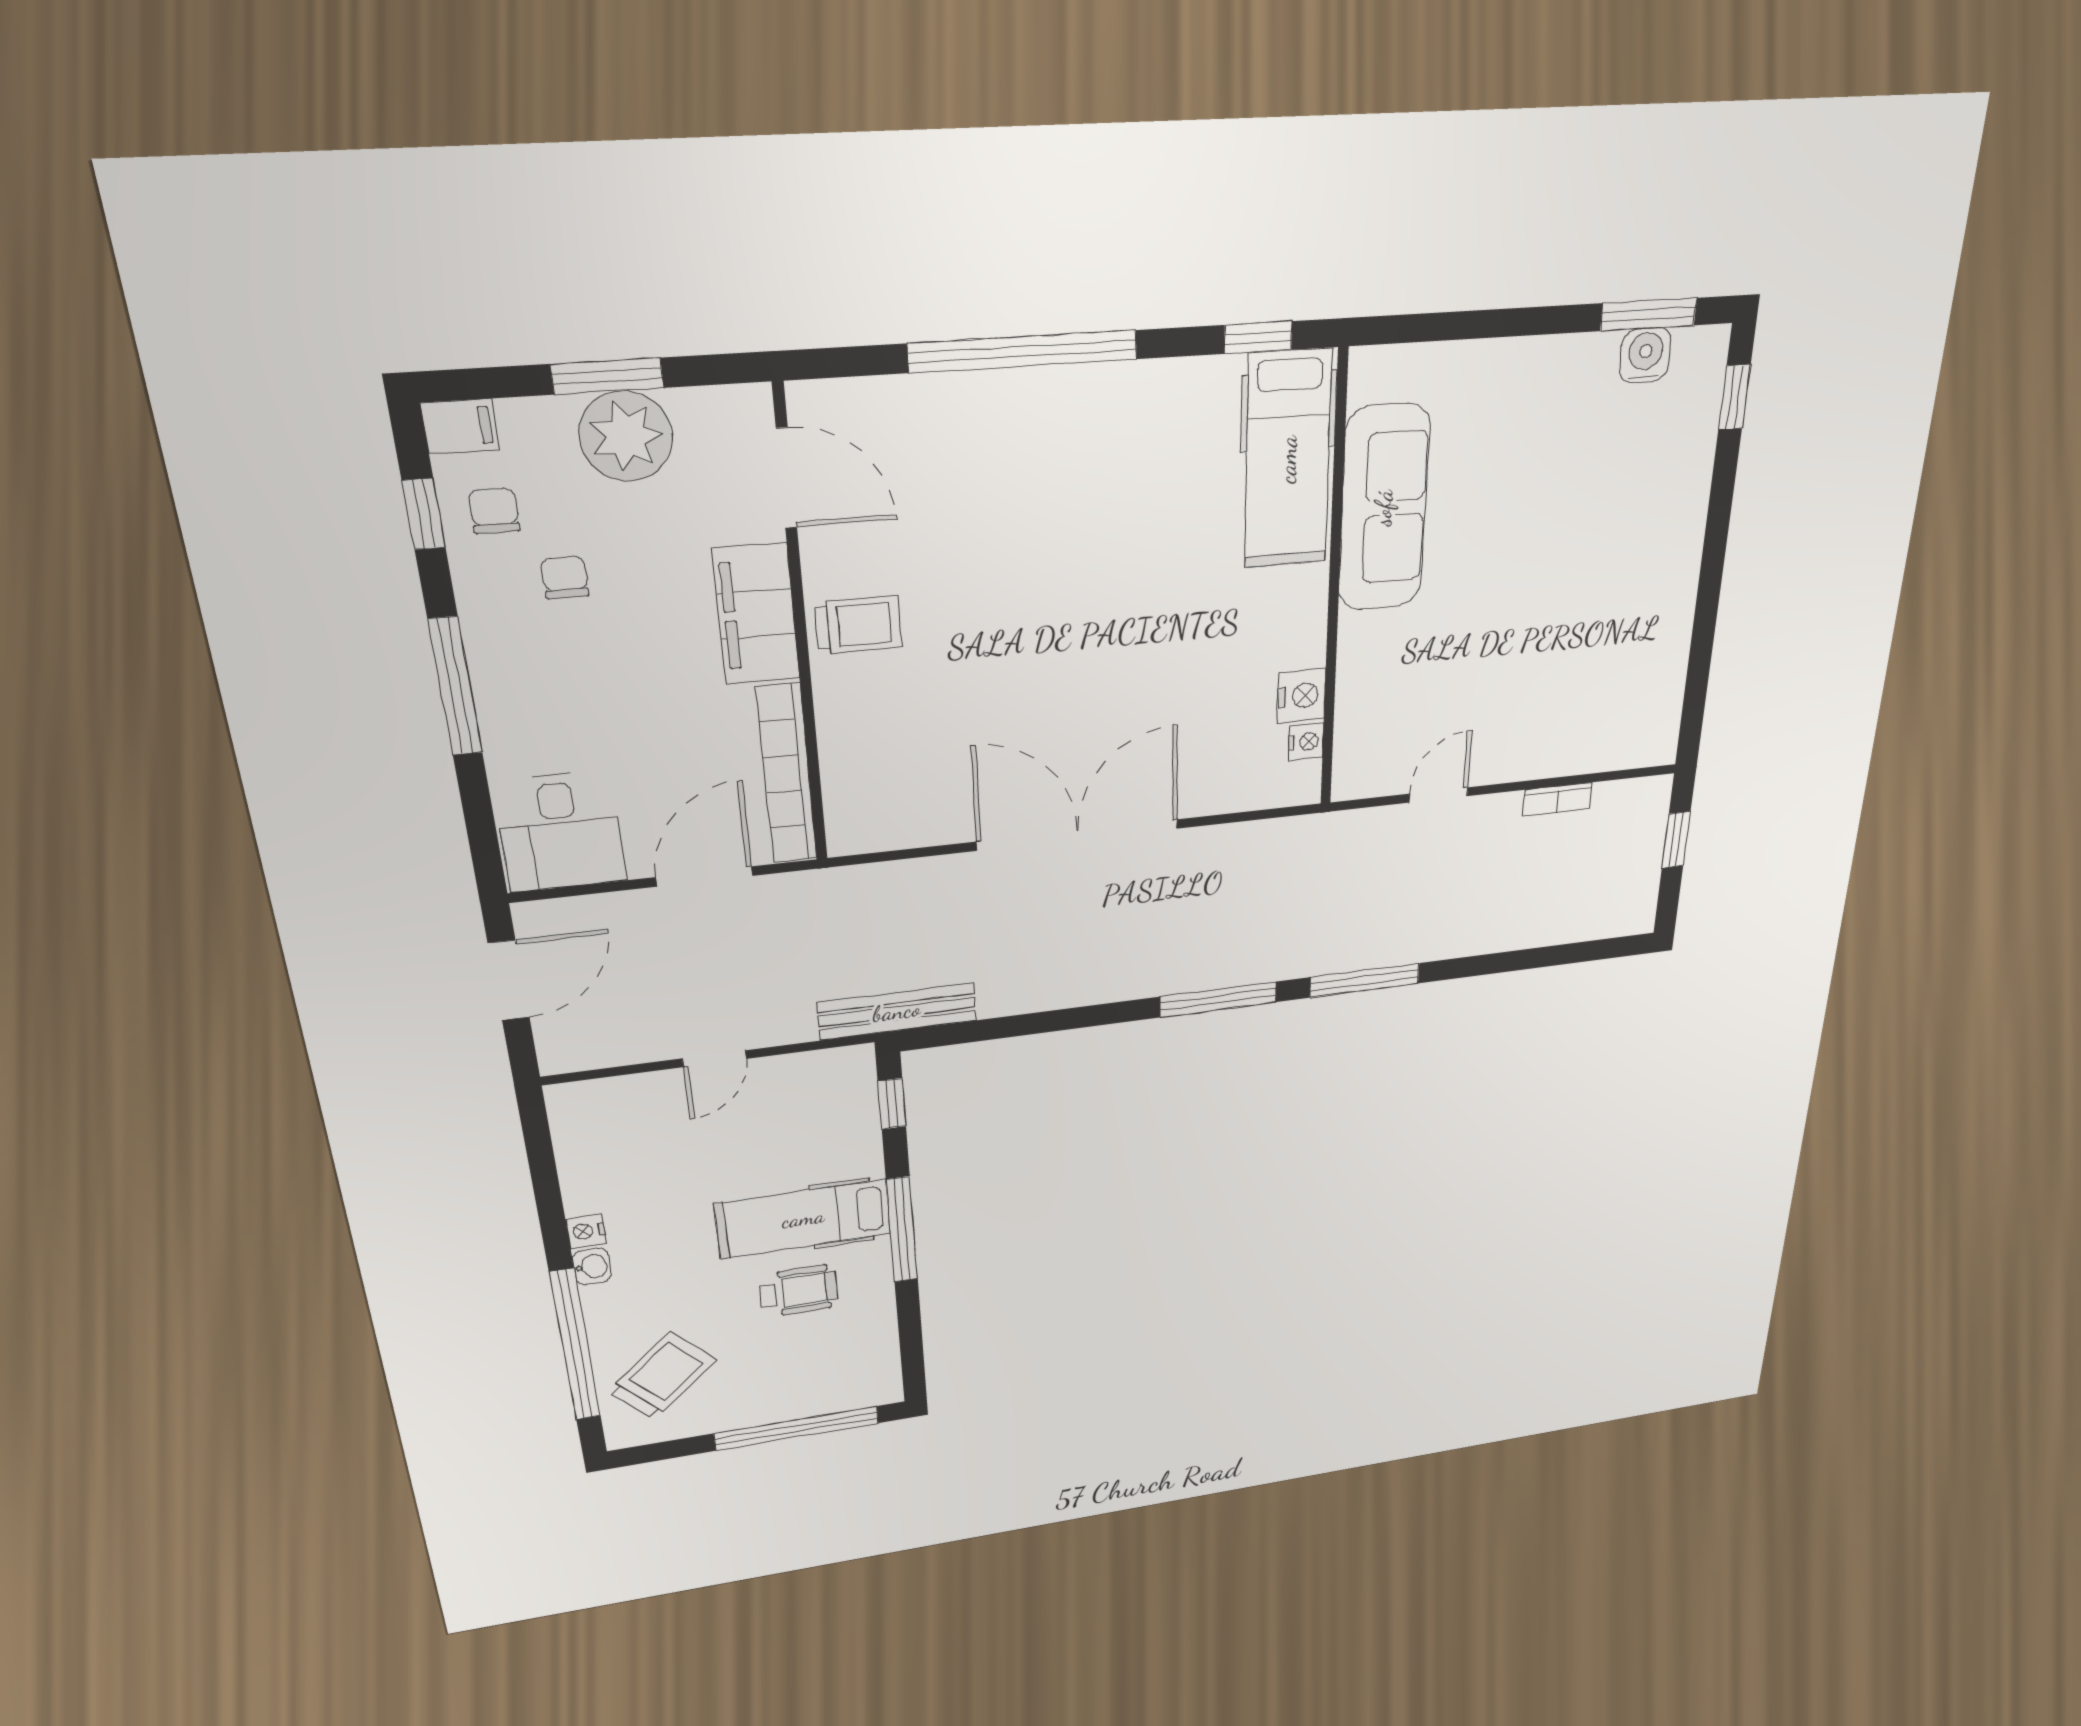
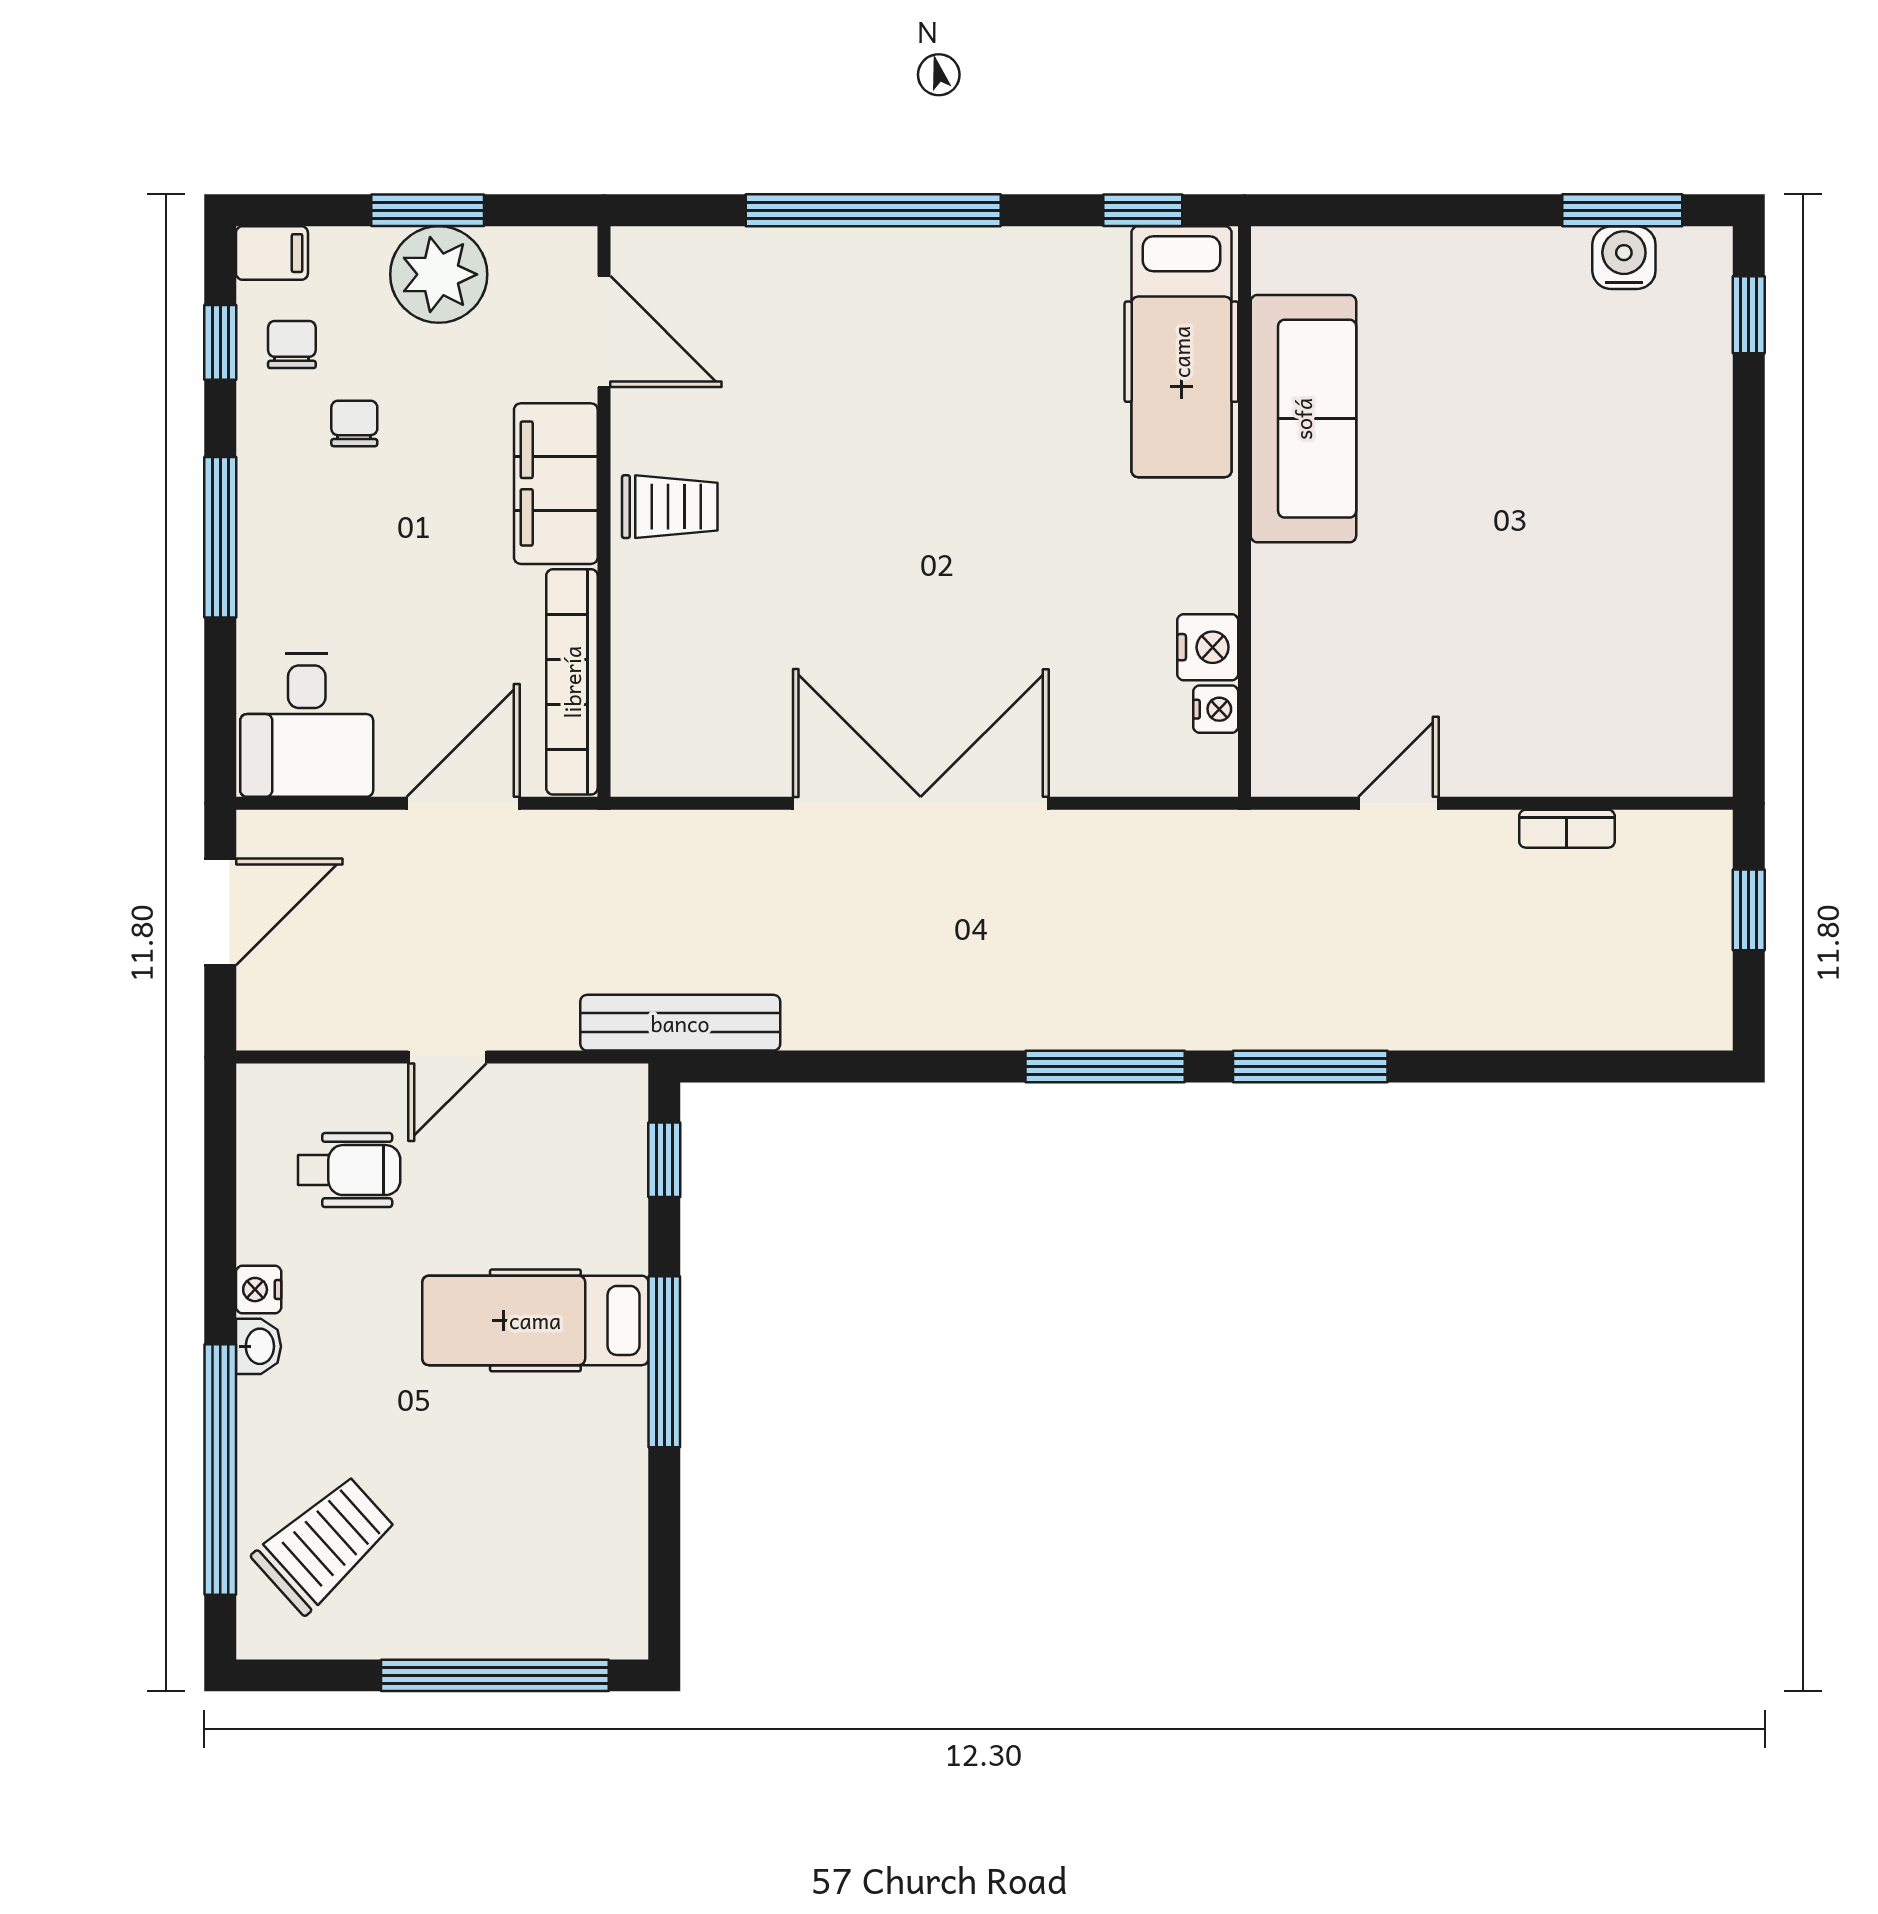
wheelchair: (798, 1291) -> (349, 1170), moved

